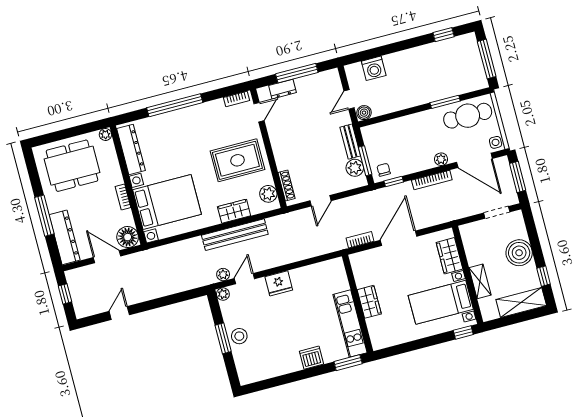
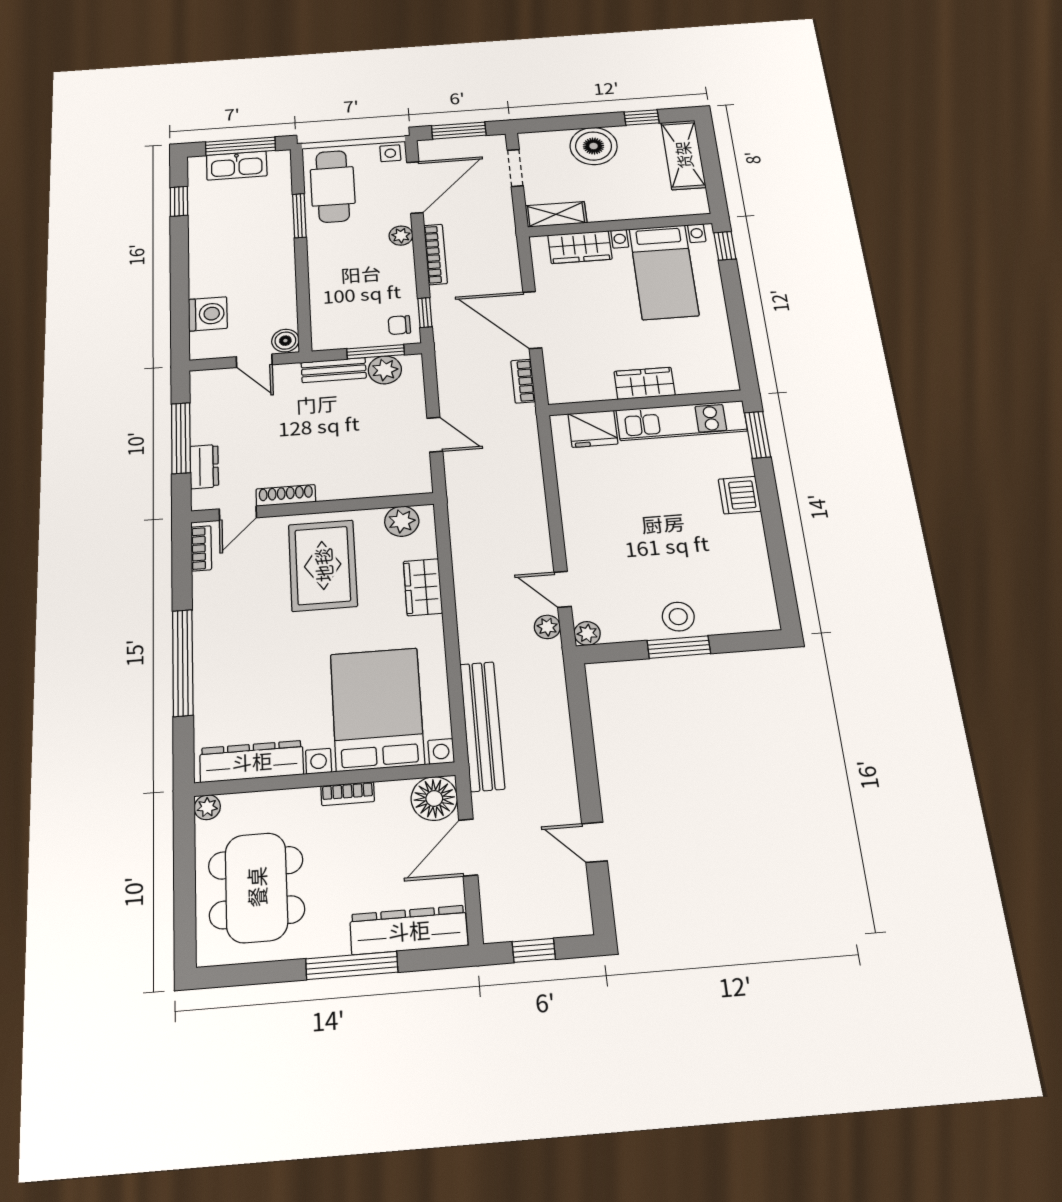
kitchen sink: (473, 60) -> (237, 165), added
door: (259, 112) -> (238, 513), swing flipped
shoe rack: (287, 185) -> (286, 495), moved
bench: (235, 235) -> (482, 726), moved
shelving: (480, 281) -> (556, 214), moved
fridge: (279, 283) -> (593, 429), moved, turned 90

